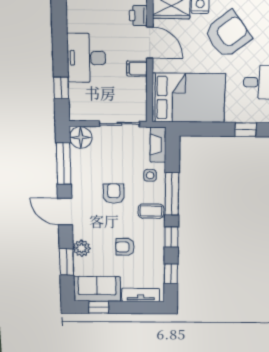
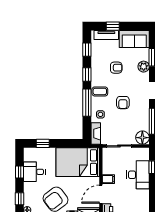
door: (150, 43) -> (101, 194), hinge flipped
desk: (86, 58) -> (138, 175), moved
window: (99, 307) -> (113, 26), moved

